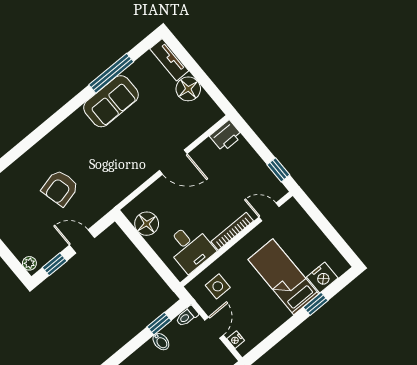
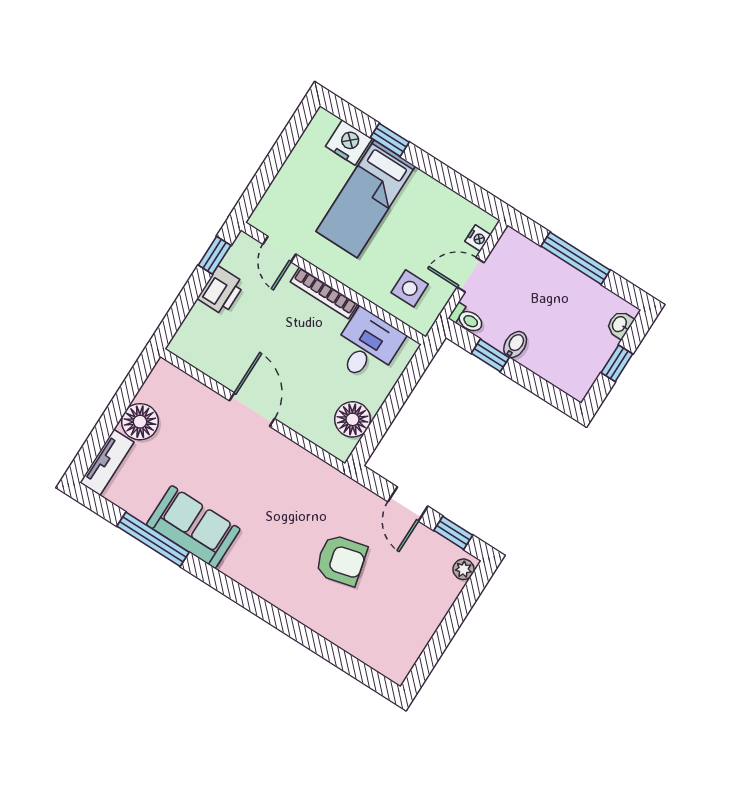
printer: (226, 136) -> (221, 291), moved, turned 90

